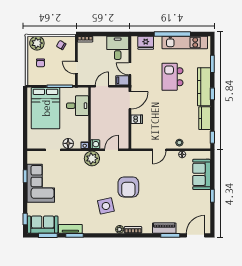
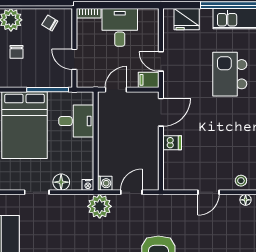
desk: (118, 48) -> (120, 27), moved

